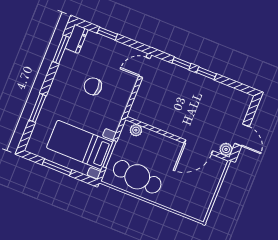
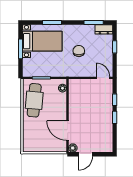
bed with nightstands: (80, 145) -> (42, 41), moved, turned 90

